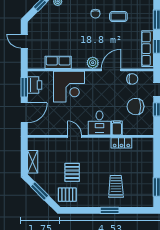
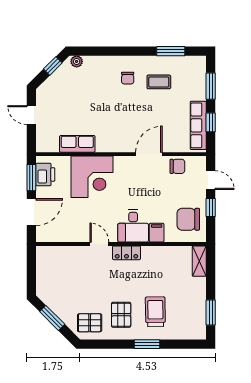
plant: (93, 63) -> (124, 144), removed
chair: (135, 107) -> (188, 219), moved
locker: (121, 143) -> (126, 253), moved
shelving: (33, 162) -> (199, 261), moved
pallet: (72, 172) -> (121, 315), moved

